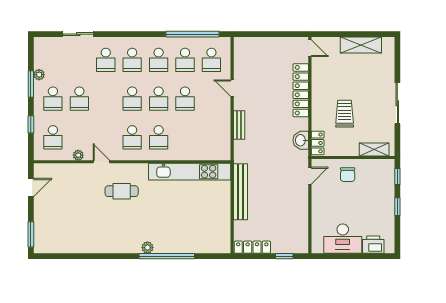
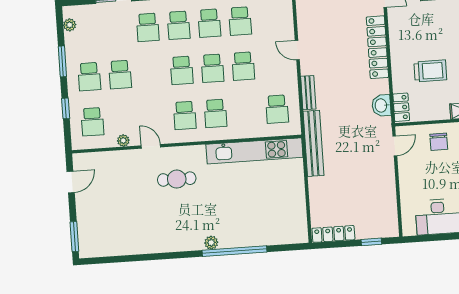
school desk: (211, 60) -> (277, 109), moved
plant: (39, 75) -> (70, 25), moved
trolley: (345, 114) -> (430, 71), turned 90
bench: (241, 192) -> (313, 143), moved

